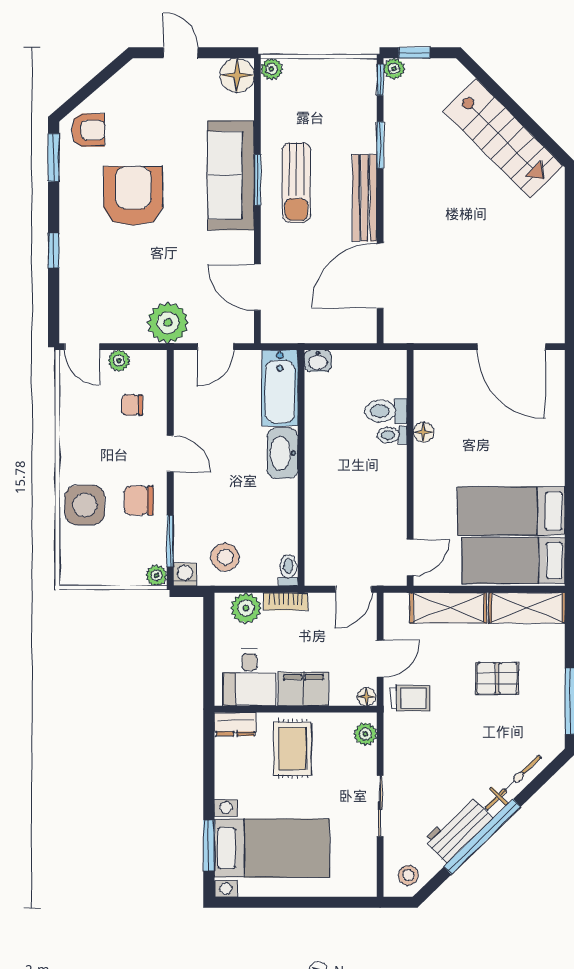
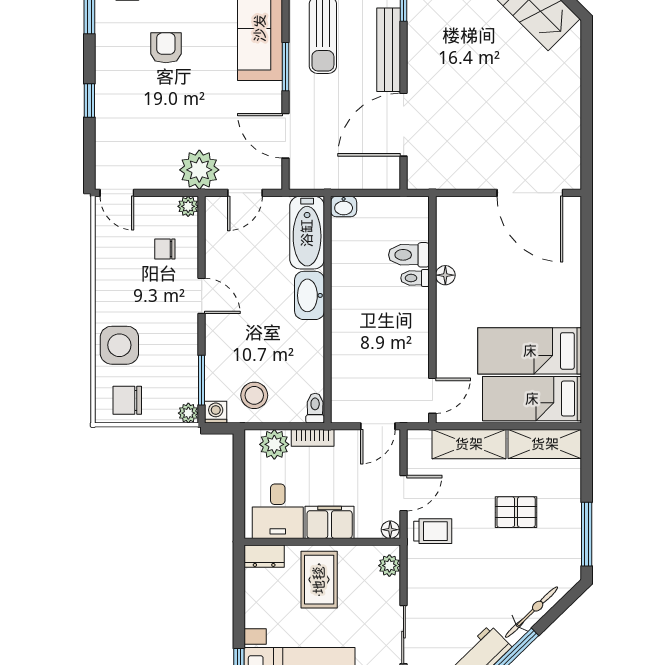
window: (257, 180) -> (285, 67), moved
armchair: (133, 196) -> (166, 48), width x0.53, depth x0.53
plant: (119, 361) -> (188, 206), moved
chair: (139, 501) -> (127, 400), moved

